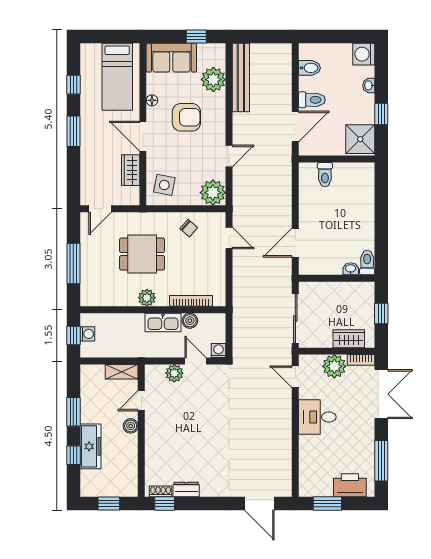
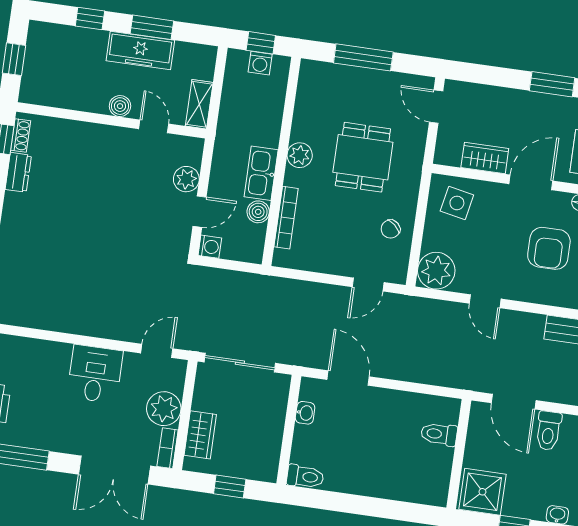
washbasin: (351, 269) -> (305, 413), moved
freezer: (90, 446) -> (140, 51), moved

